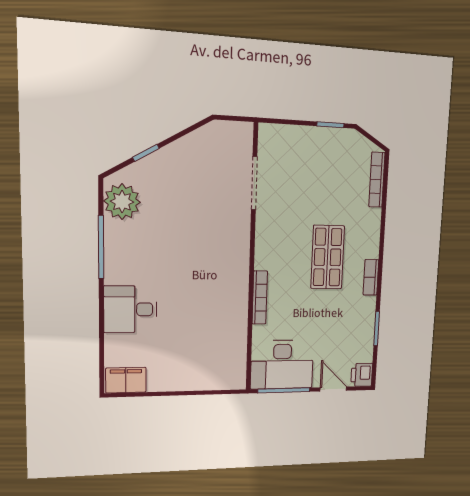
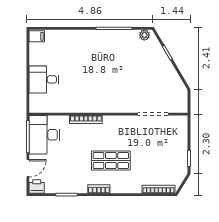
plant: (122, 202) -> (144, 35), width x0.53, depth x0.53
desk: (130, 309) -> (44, 79), moved, turned -90
filing cabinet: (126, 380) -> (37, 36), width x0.50

